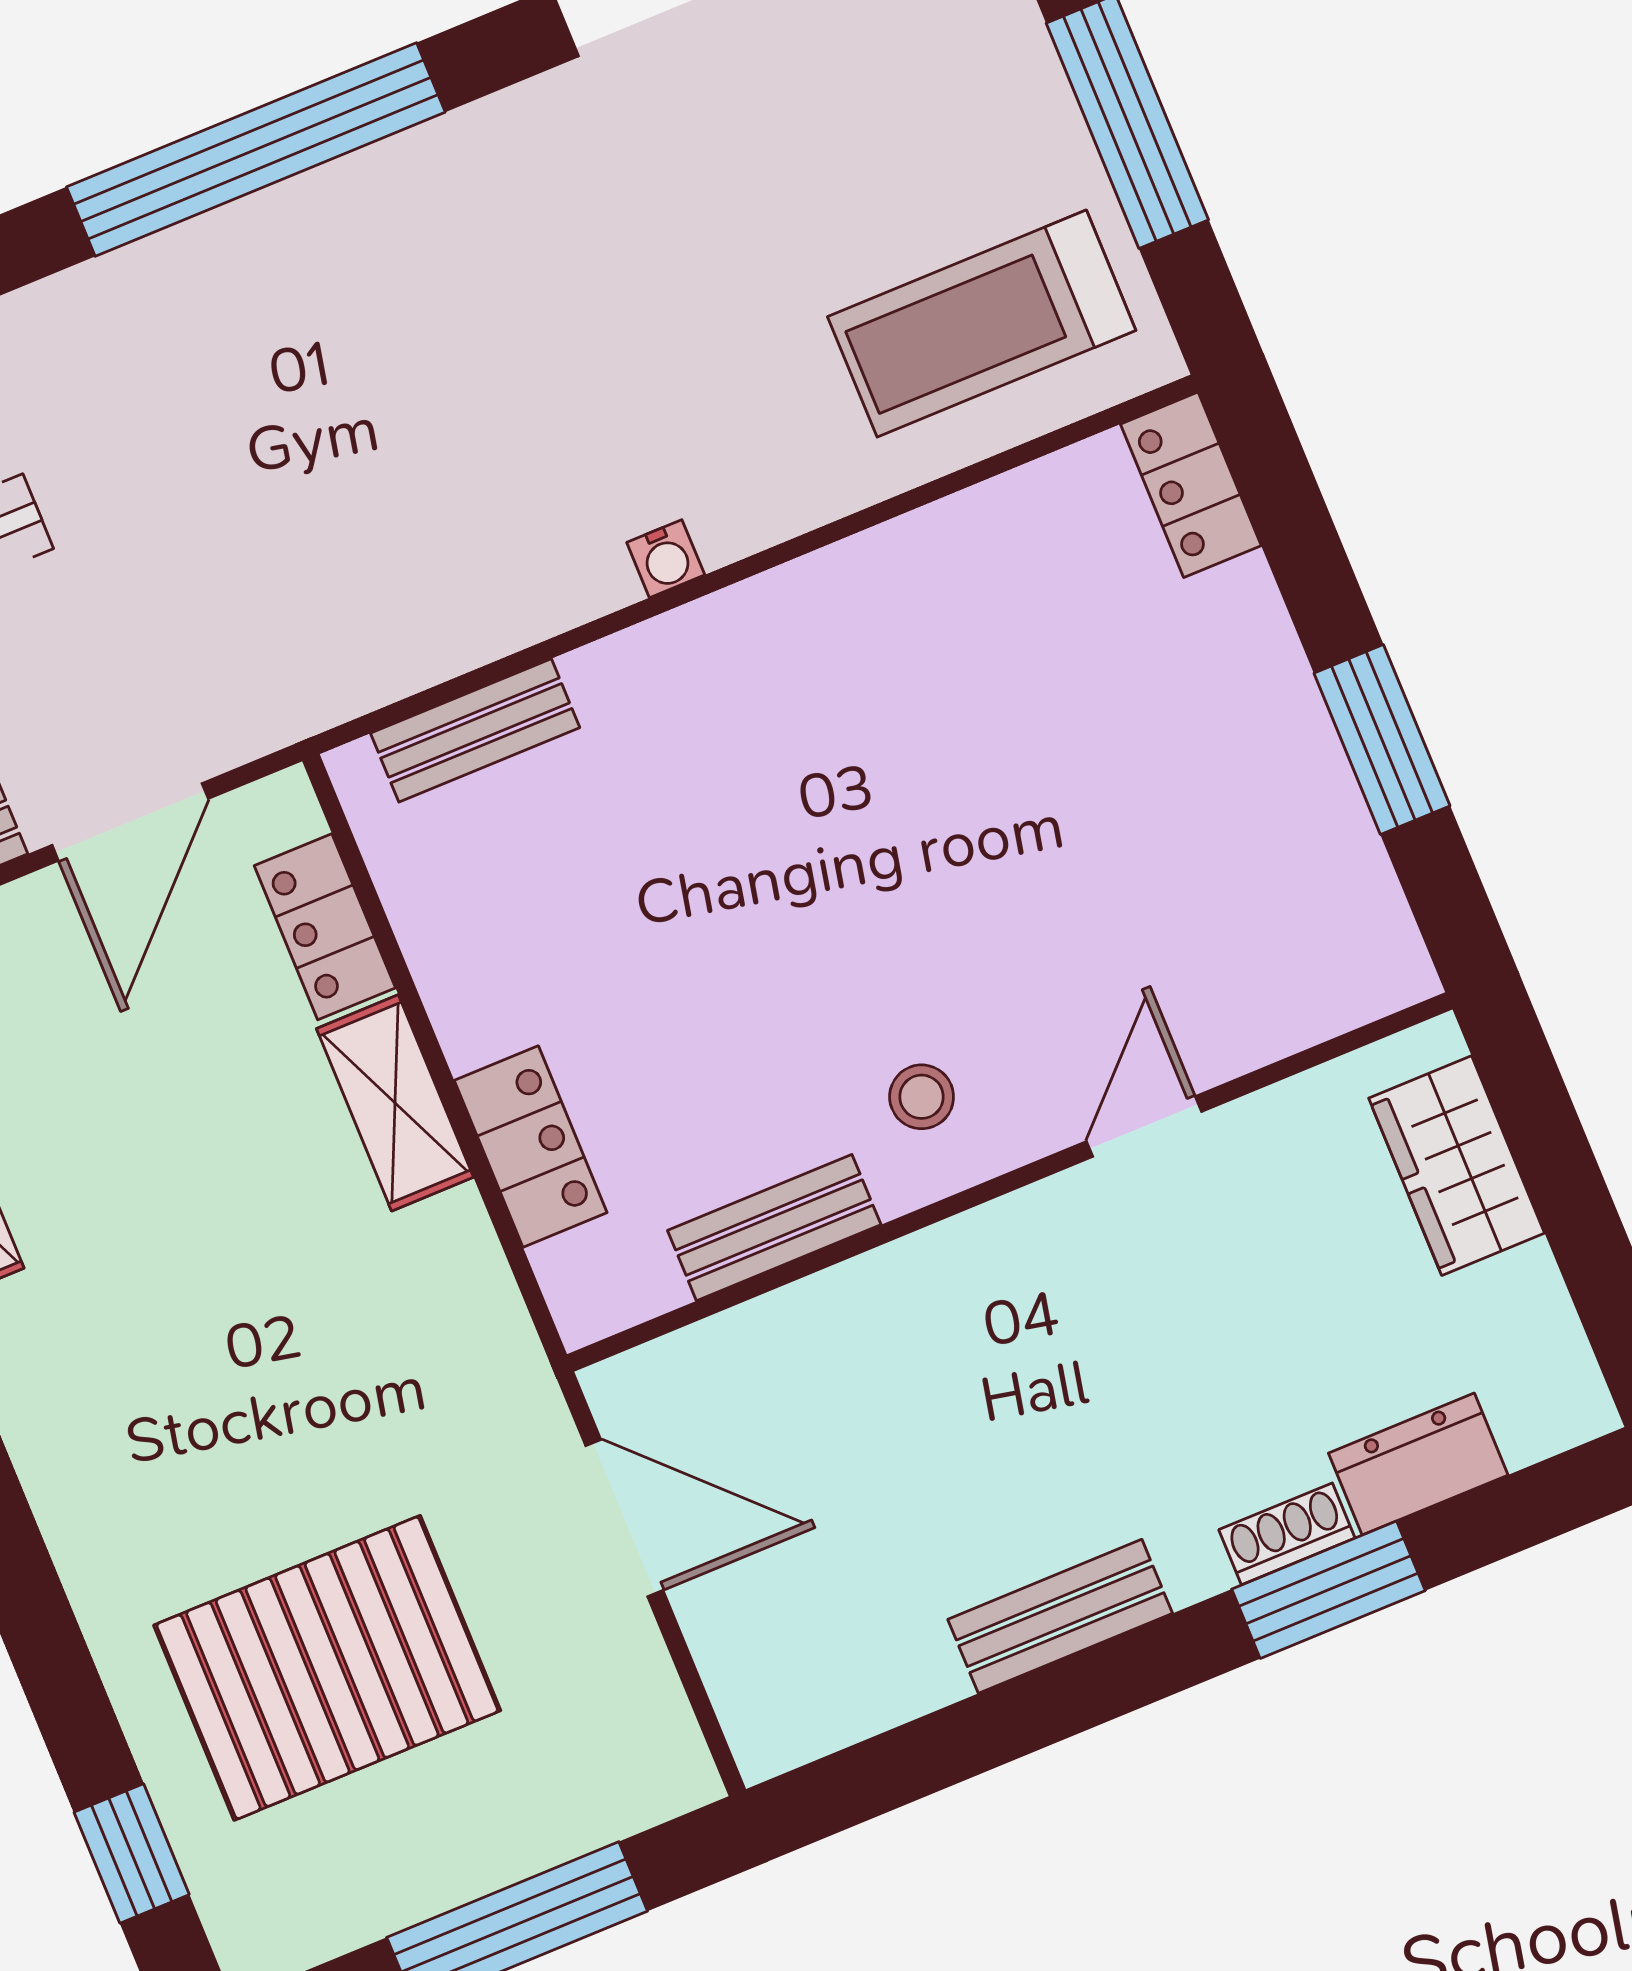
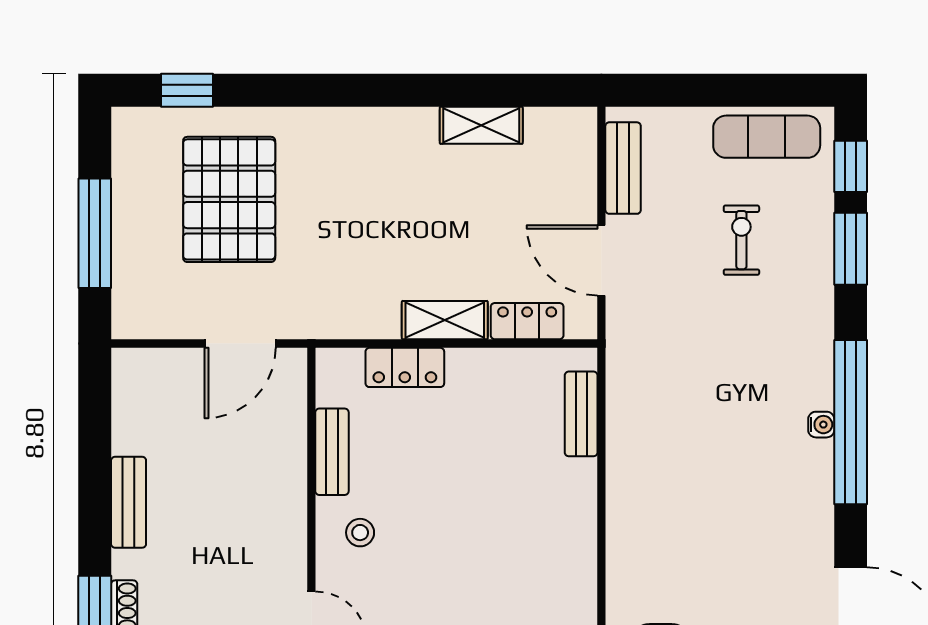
water cooler: (666, 559) -> (821, 425), moved, turned 180

